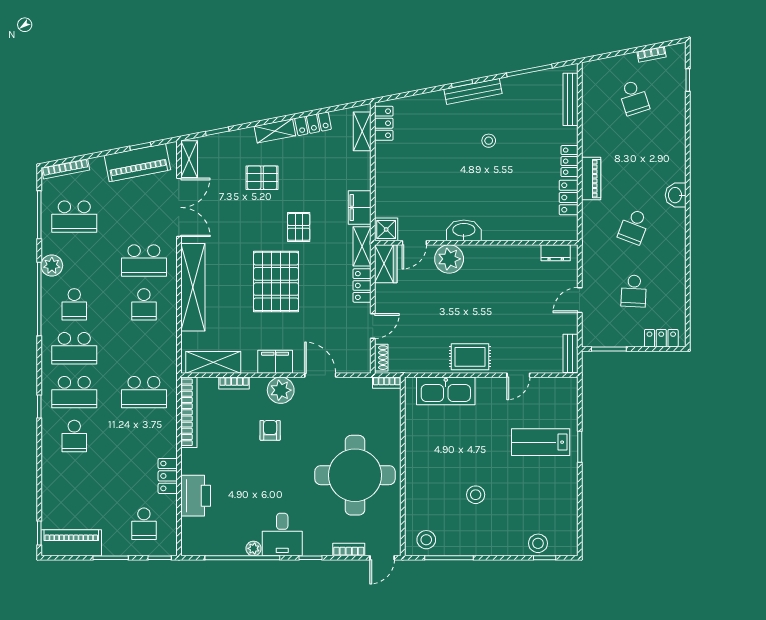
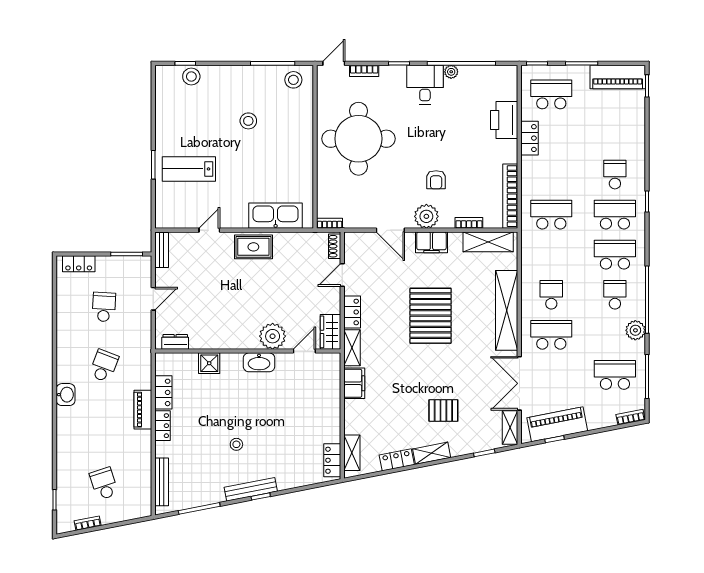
bookcase: (66, 169) -> (630, 417), width x0.64
pallet: (299, 227) -> (410, 366), removed
shower: (386, 229) -> (209, 363), moved
lab bench: (541, 442) -> (189, 169), turned 180
school desk: (144, 524) -> (551, 94), width x1.85

